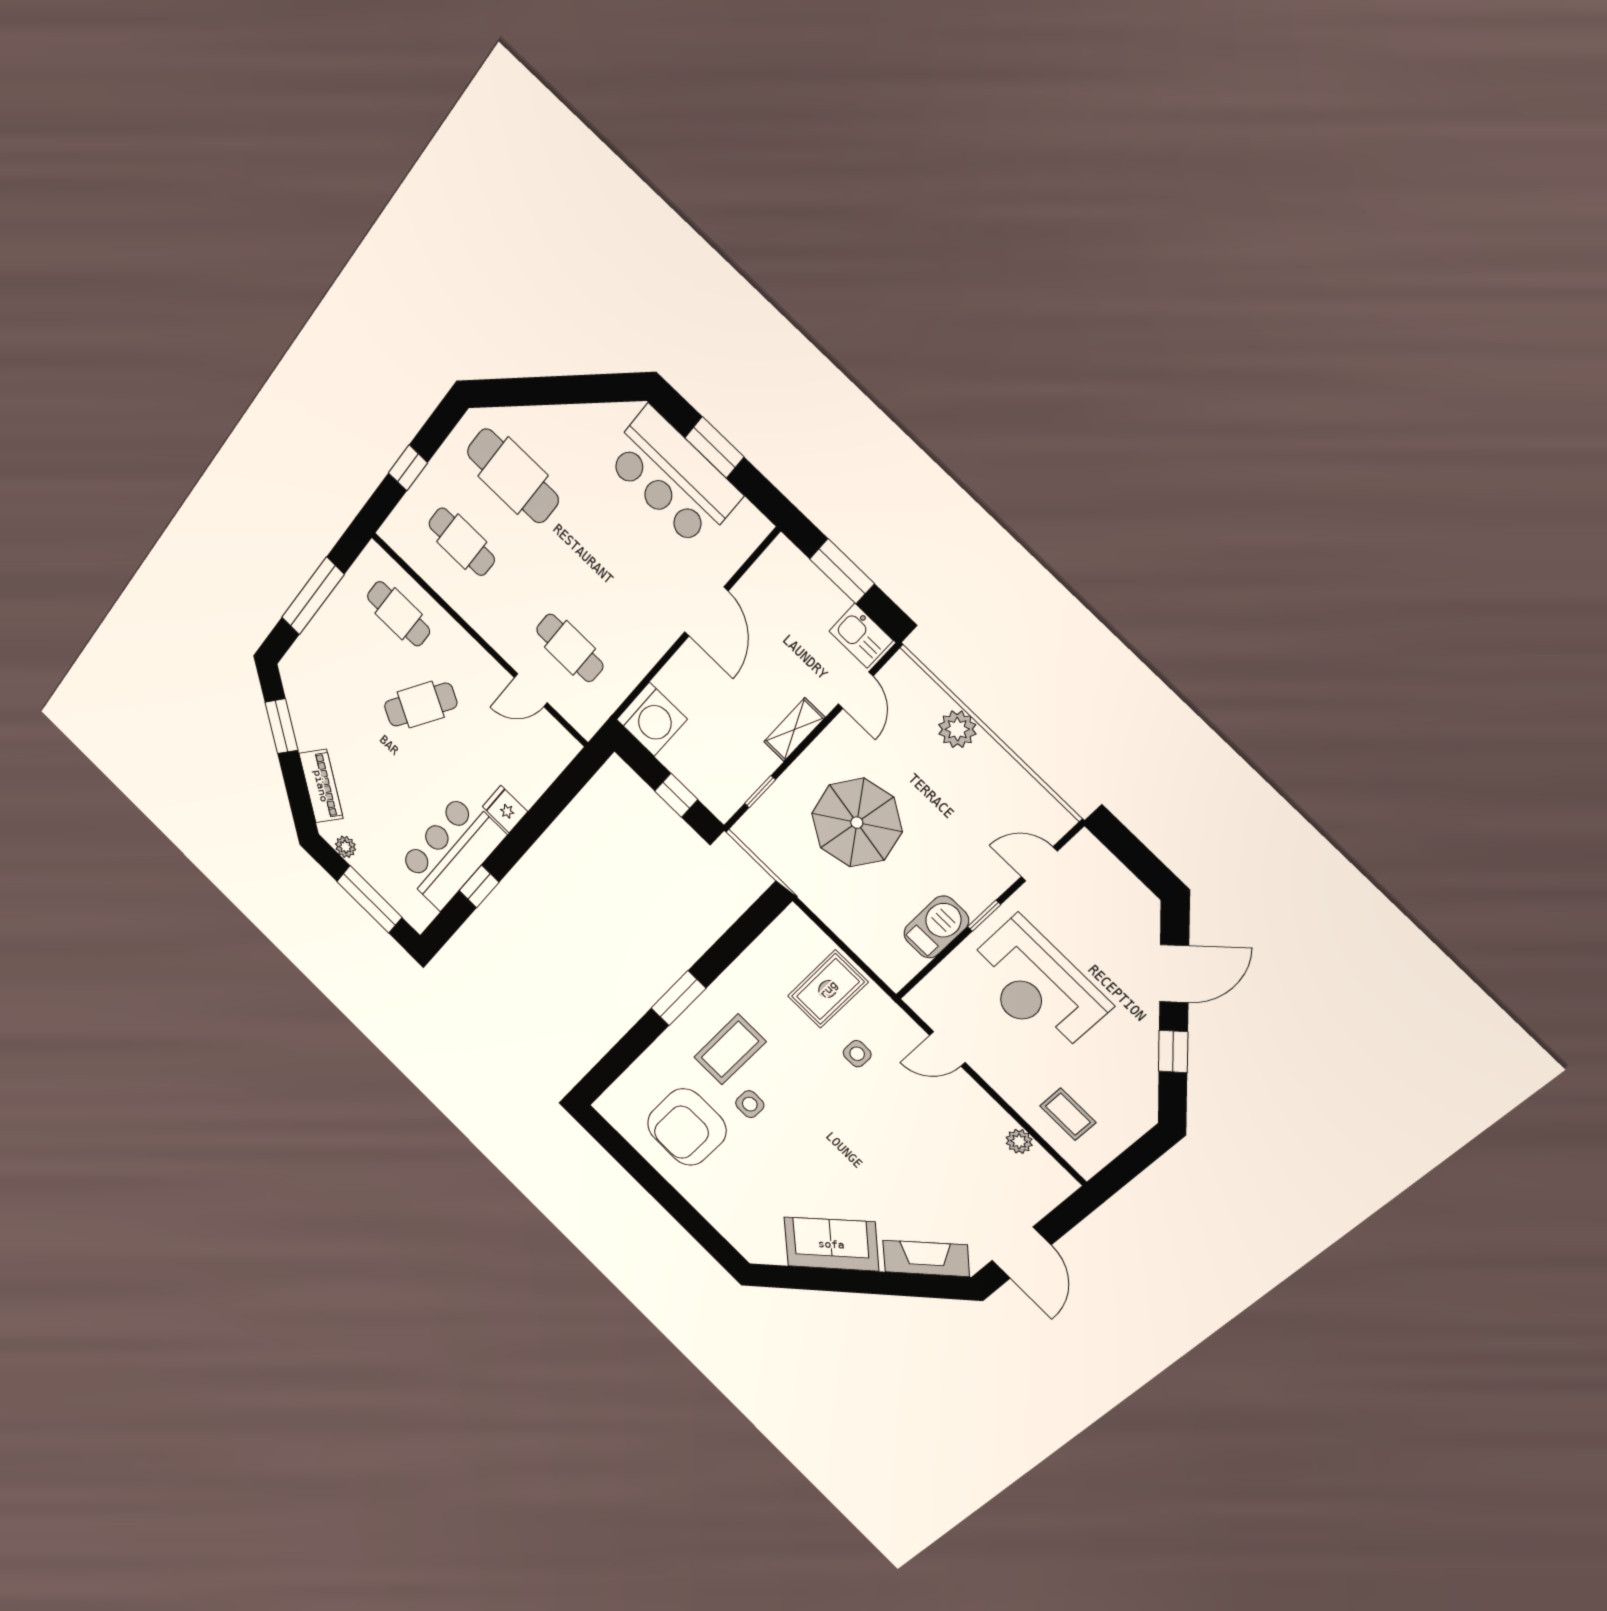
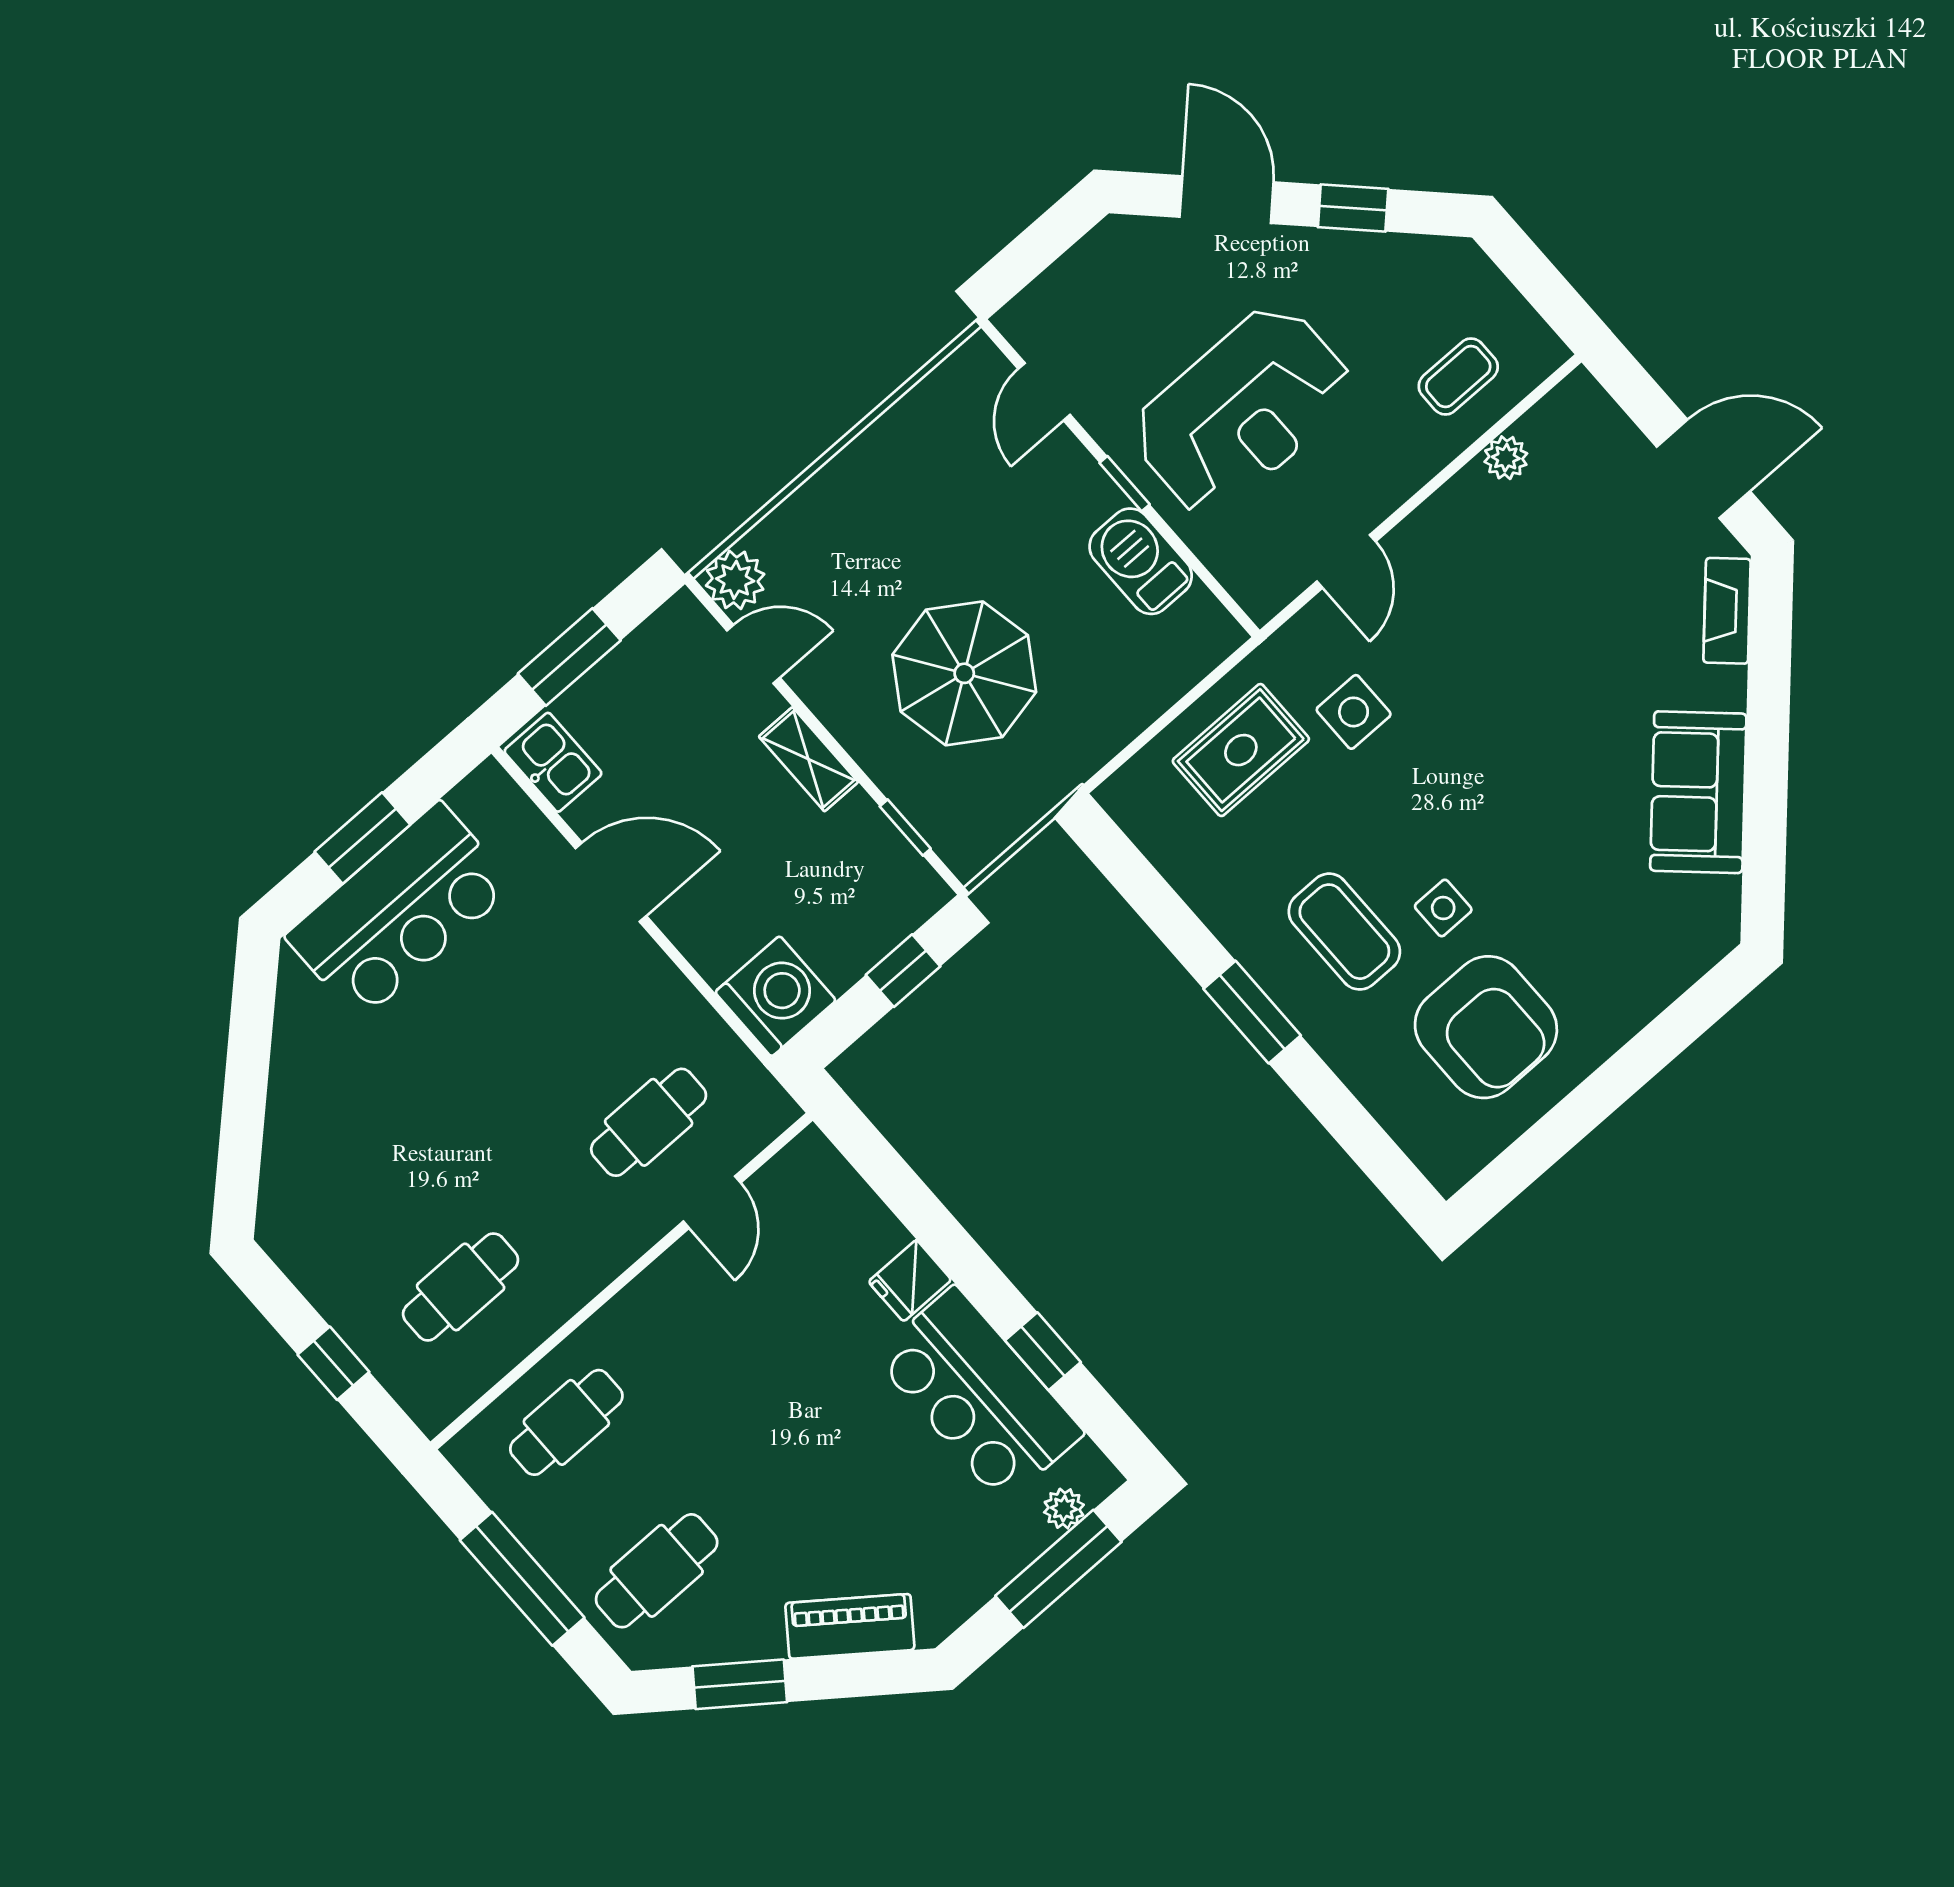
cafe table: (513, 476) -> (367, 1180), removed
kitchen sink: (861, 636) -> (553, 762), moved, turned -90
cafe table: (421, 705) -> (657, 1571), moved, turned 60
plant: (957, 729) -> (735, 580), moved
plant: (346, 847) -> (1064, 1509), moved
rug: (828, 989) -> (1241, 750), turned 90
side table: (857, 1054) -> (1354, 712), width x1.37, depth x1.37
fireplace: (926, 1258) -> (1727, 611), width x0.73, depth x0.76

